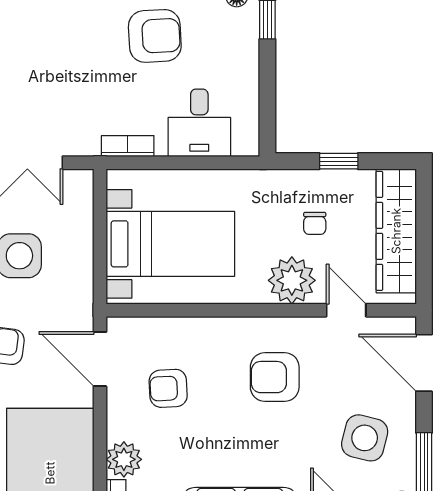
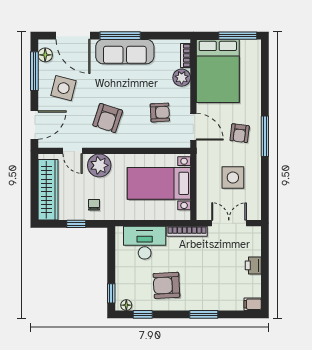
desk: (199, 123) -> (145, 243), width x1.37
bookcase: (128, 146) -> (187, 231), width x1.56
chair: (315, 223) -> (94, 205), moved
door: (424, 363) -> (34, 125), hinge flipped
armchair: (275, 377) -> (108, 118), turned 108

